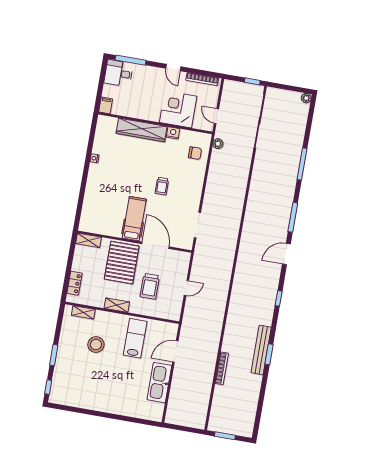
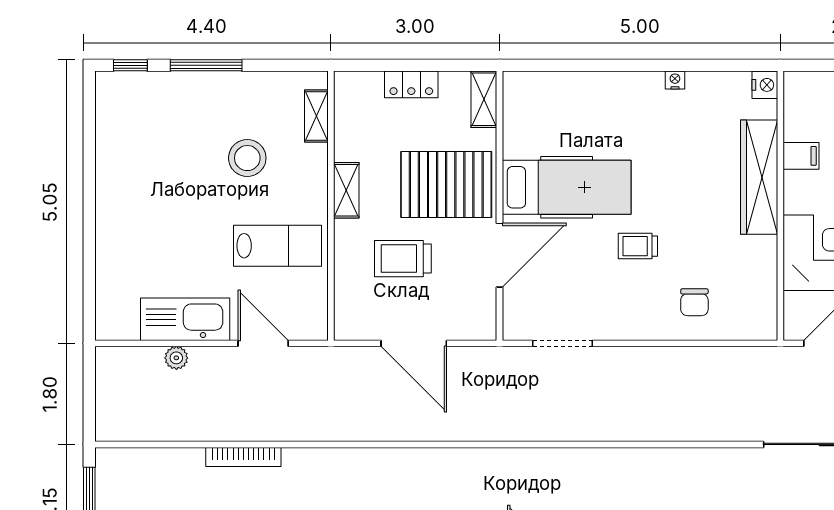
filing cabinet: (106, 105) -> (801, 156), moved
nightstand: (173, 133) -> (765, 85), moved
plant: (218, 144) -> (176, 358), moved
chair: (195, 153) -> (694, 302), moved
hospital bed: (134, 219) -> (567, 187), width x1.37, depth x1.29
locker: (75, 283) -> (411, 84), moved
door: (186, 288) -> (414, 343), width x1.88
window: (54, 355) -> (206, 65), width x1.44

